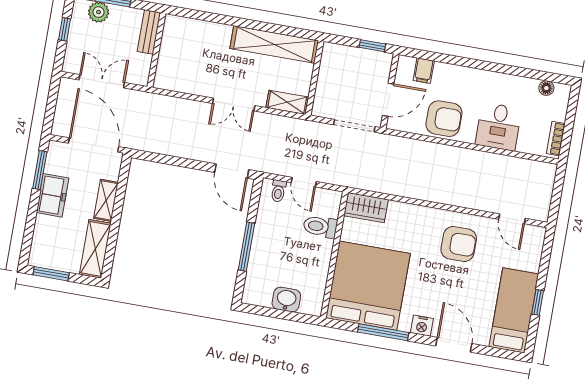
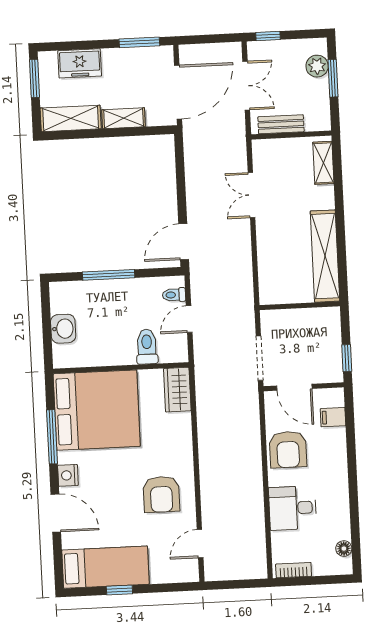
window: (65, 29) -> (268, 36), moved
bench: (149, 32) -> (281, 124), moved
shelving: (287, 102) -> (323, 163), moved
double door: (234, 104) -> (251, 195), moved
freezer: (53, 195) -> (80, 63), moved
door: (454, 345) -> (56, 513), hinge flipped

